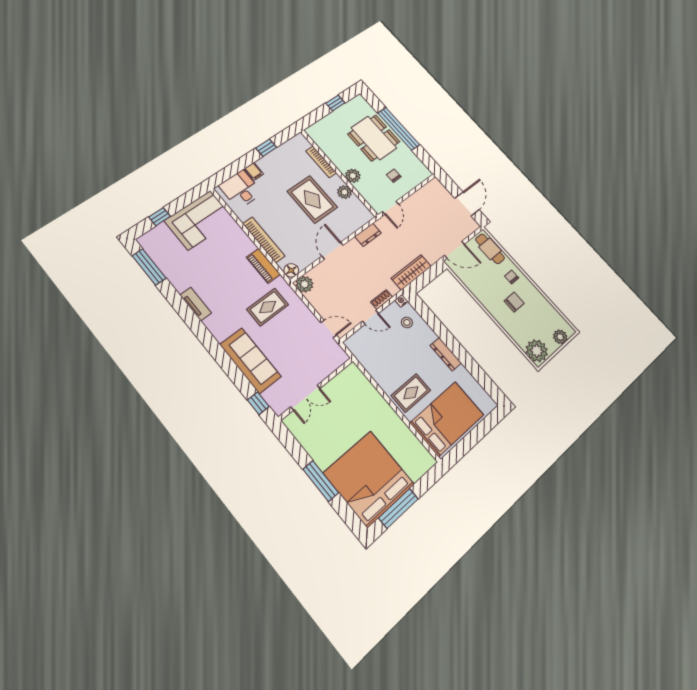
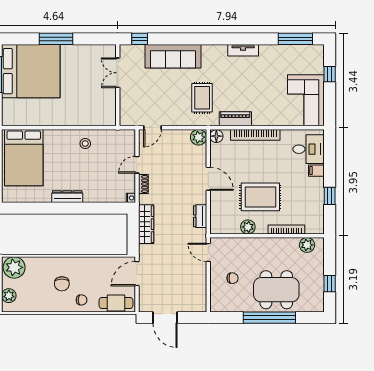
plant: (353, 176) -> (307, 245), moved
stool: (407, 322) -> (85, 144), moved
rug: (411, 393) -> (62, 148), removed

